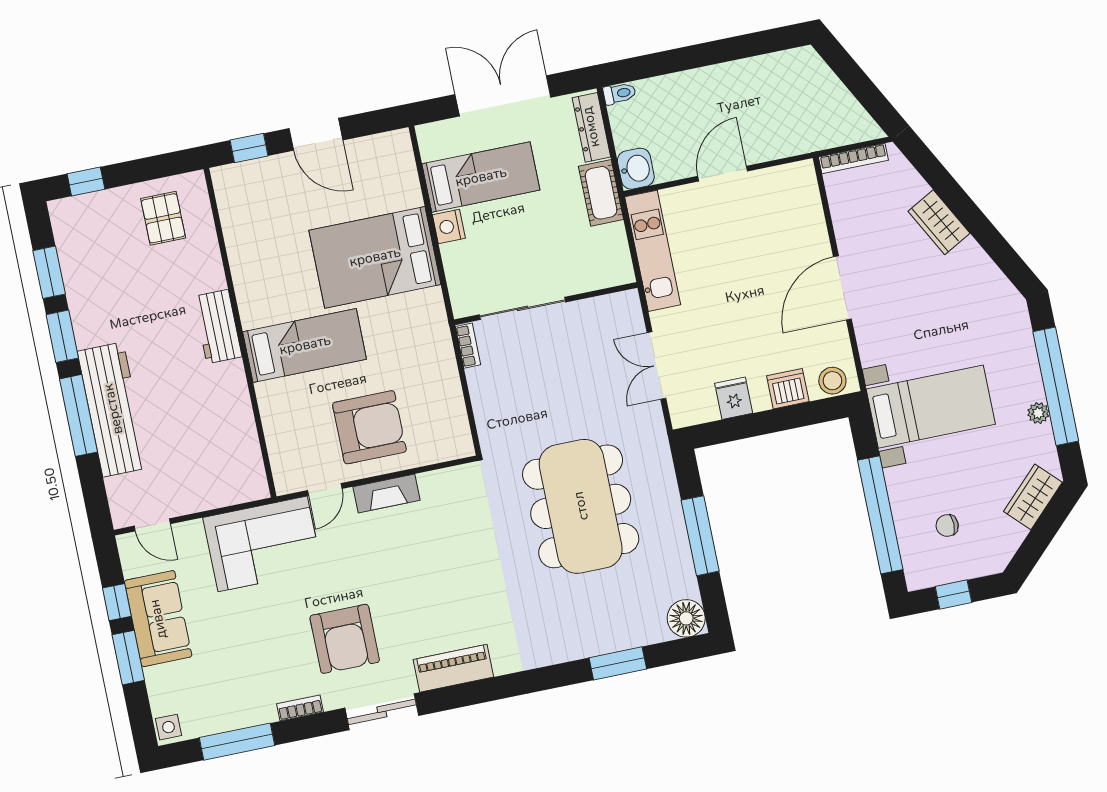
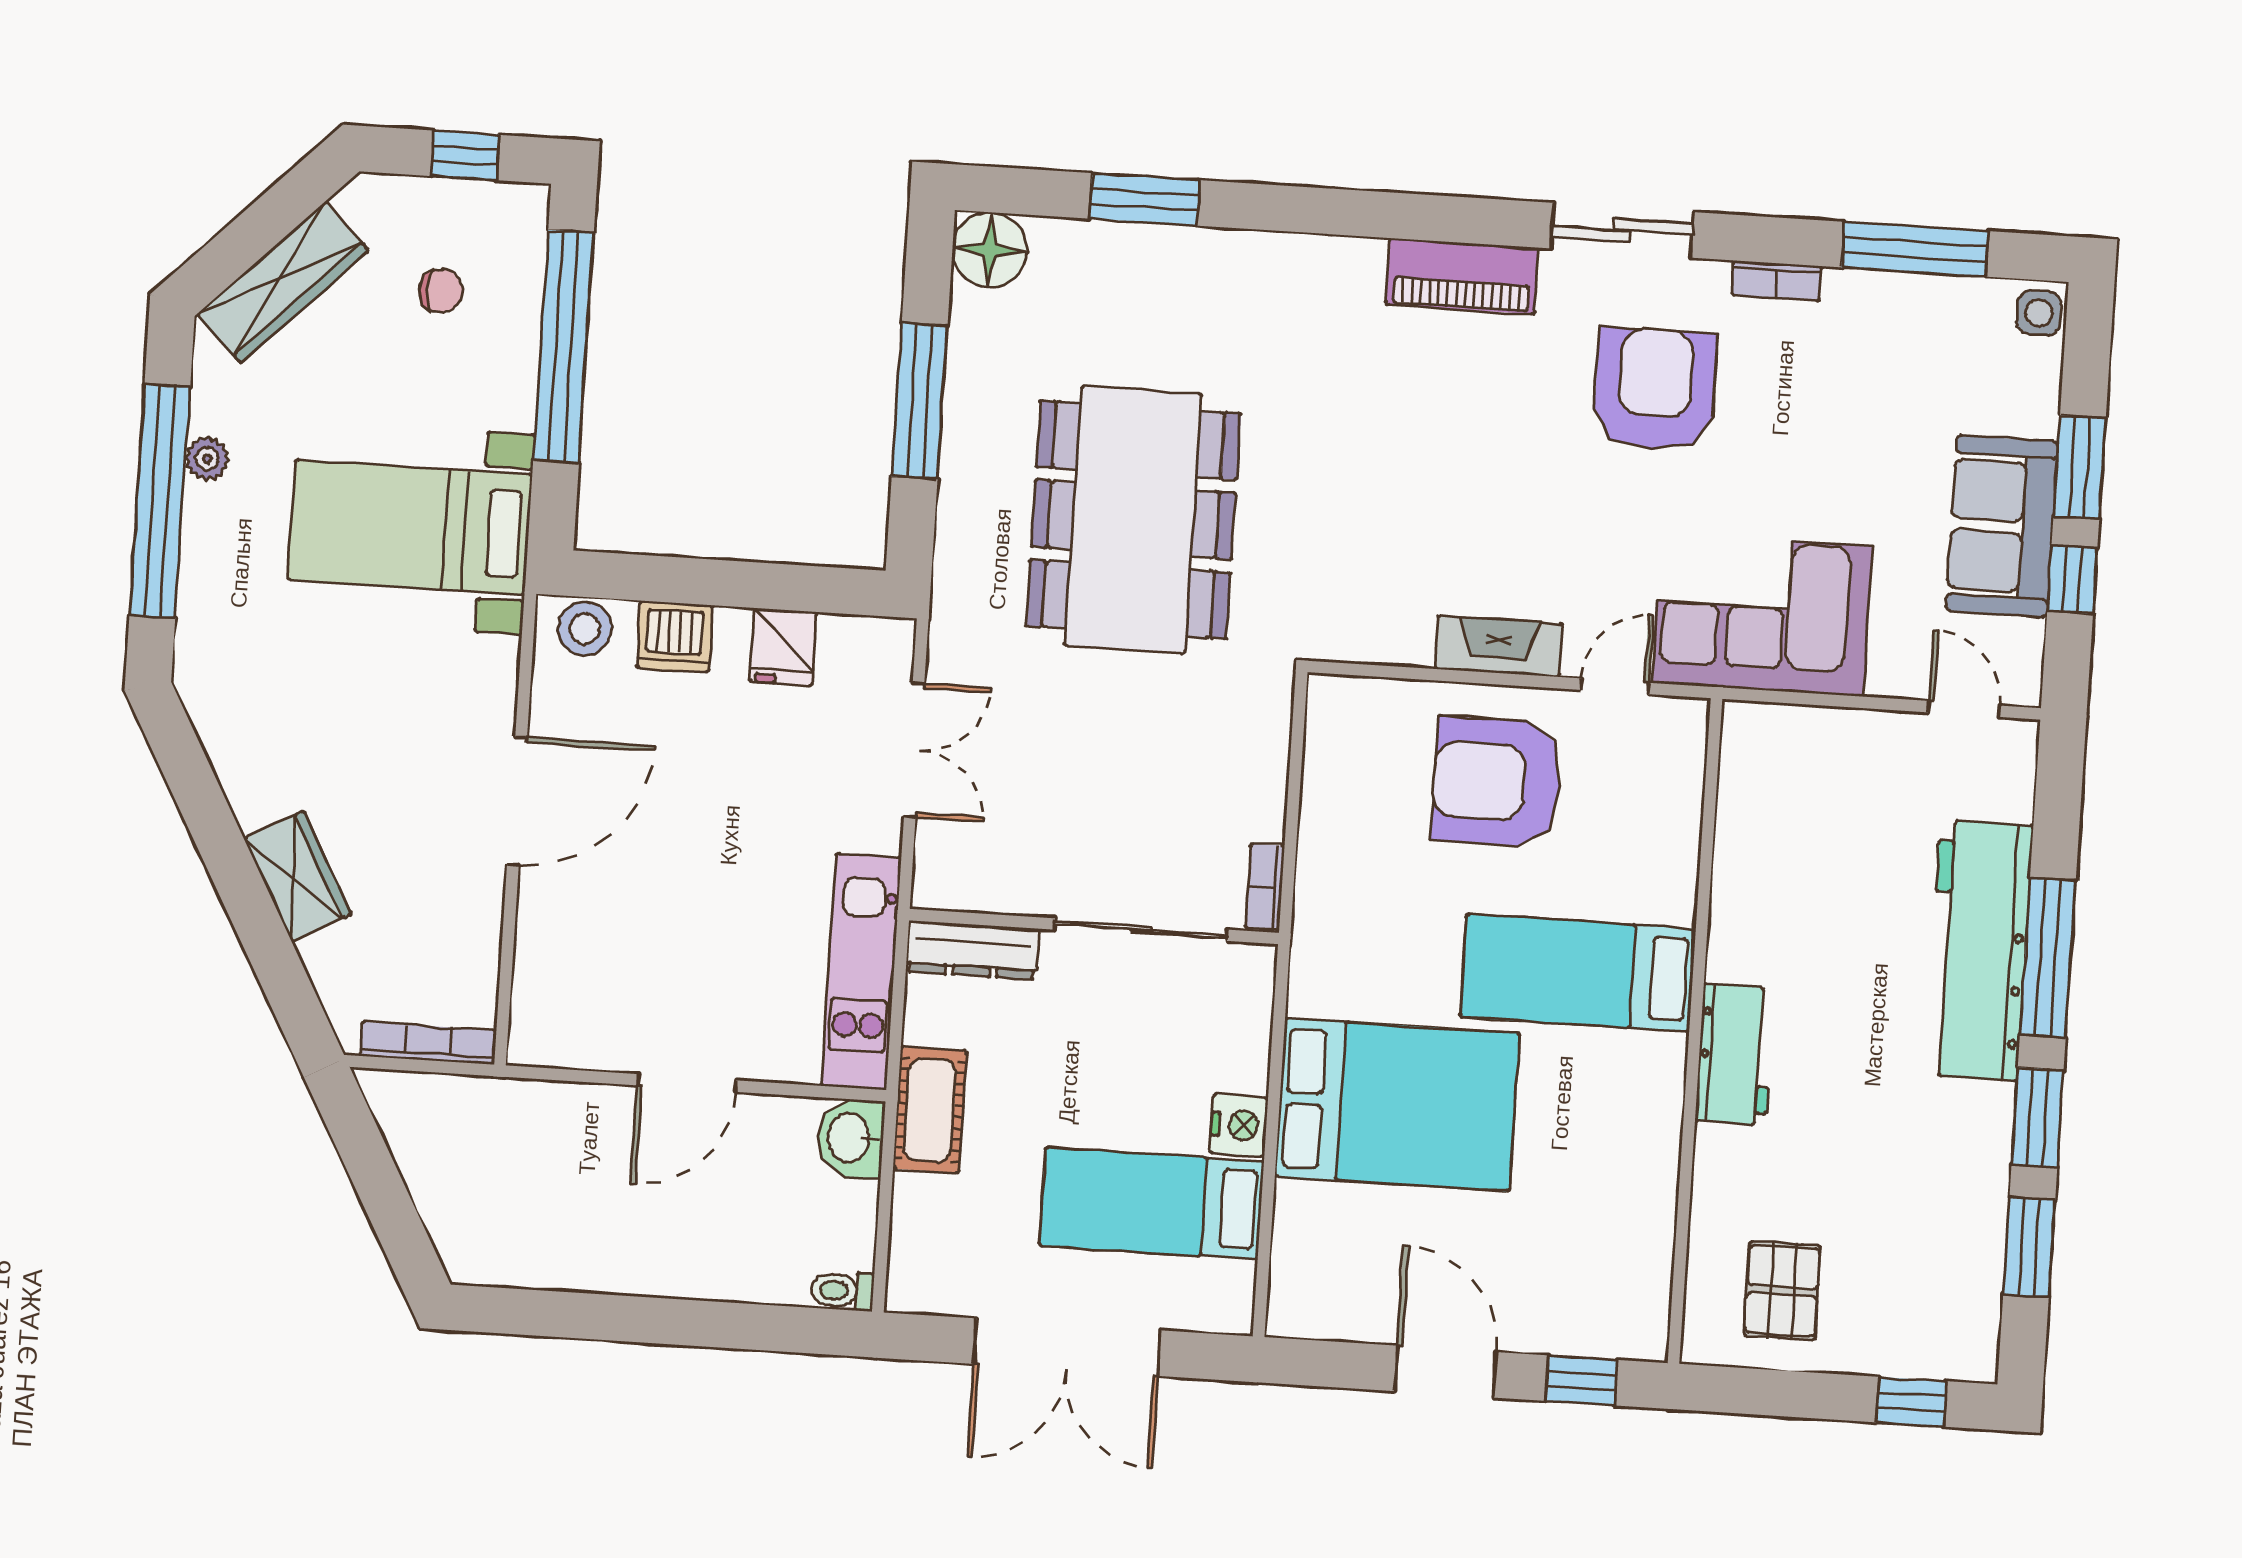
dresser: (591, 127) -> (973, 950), moved, turned 90
wardrobe: (1033, 497) -> (283, 282), width x1.50

